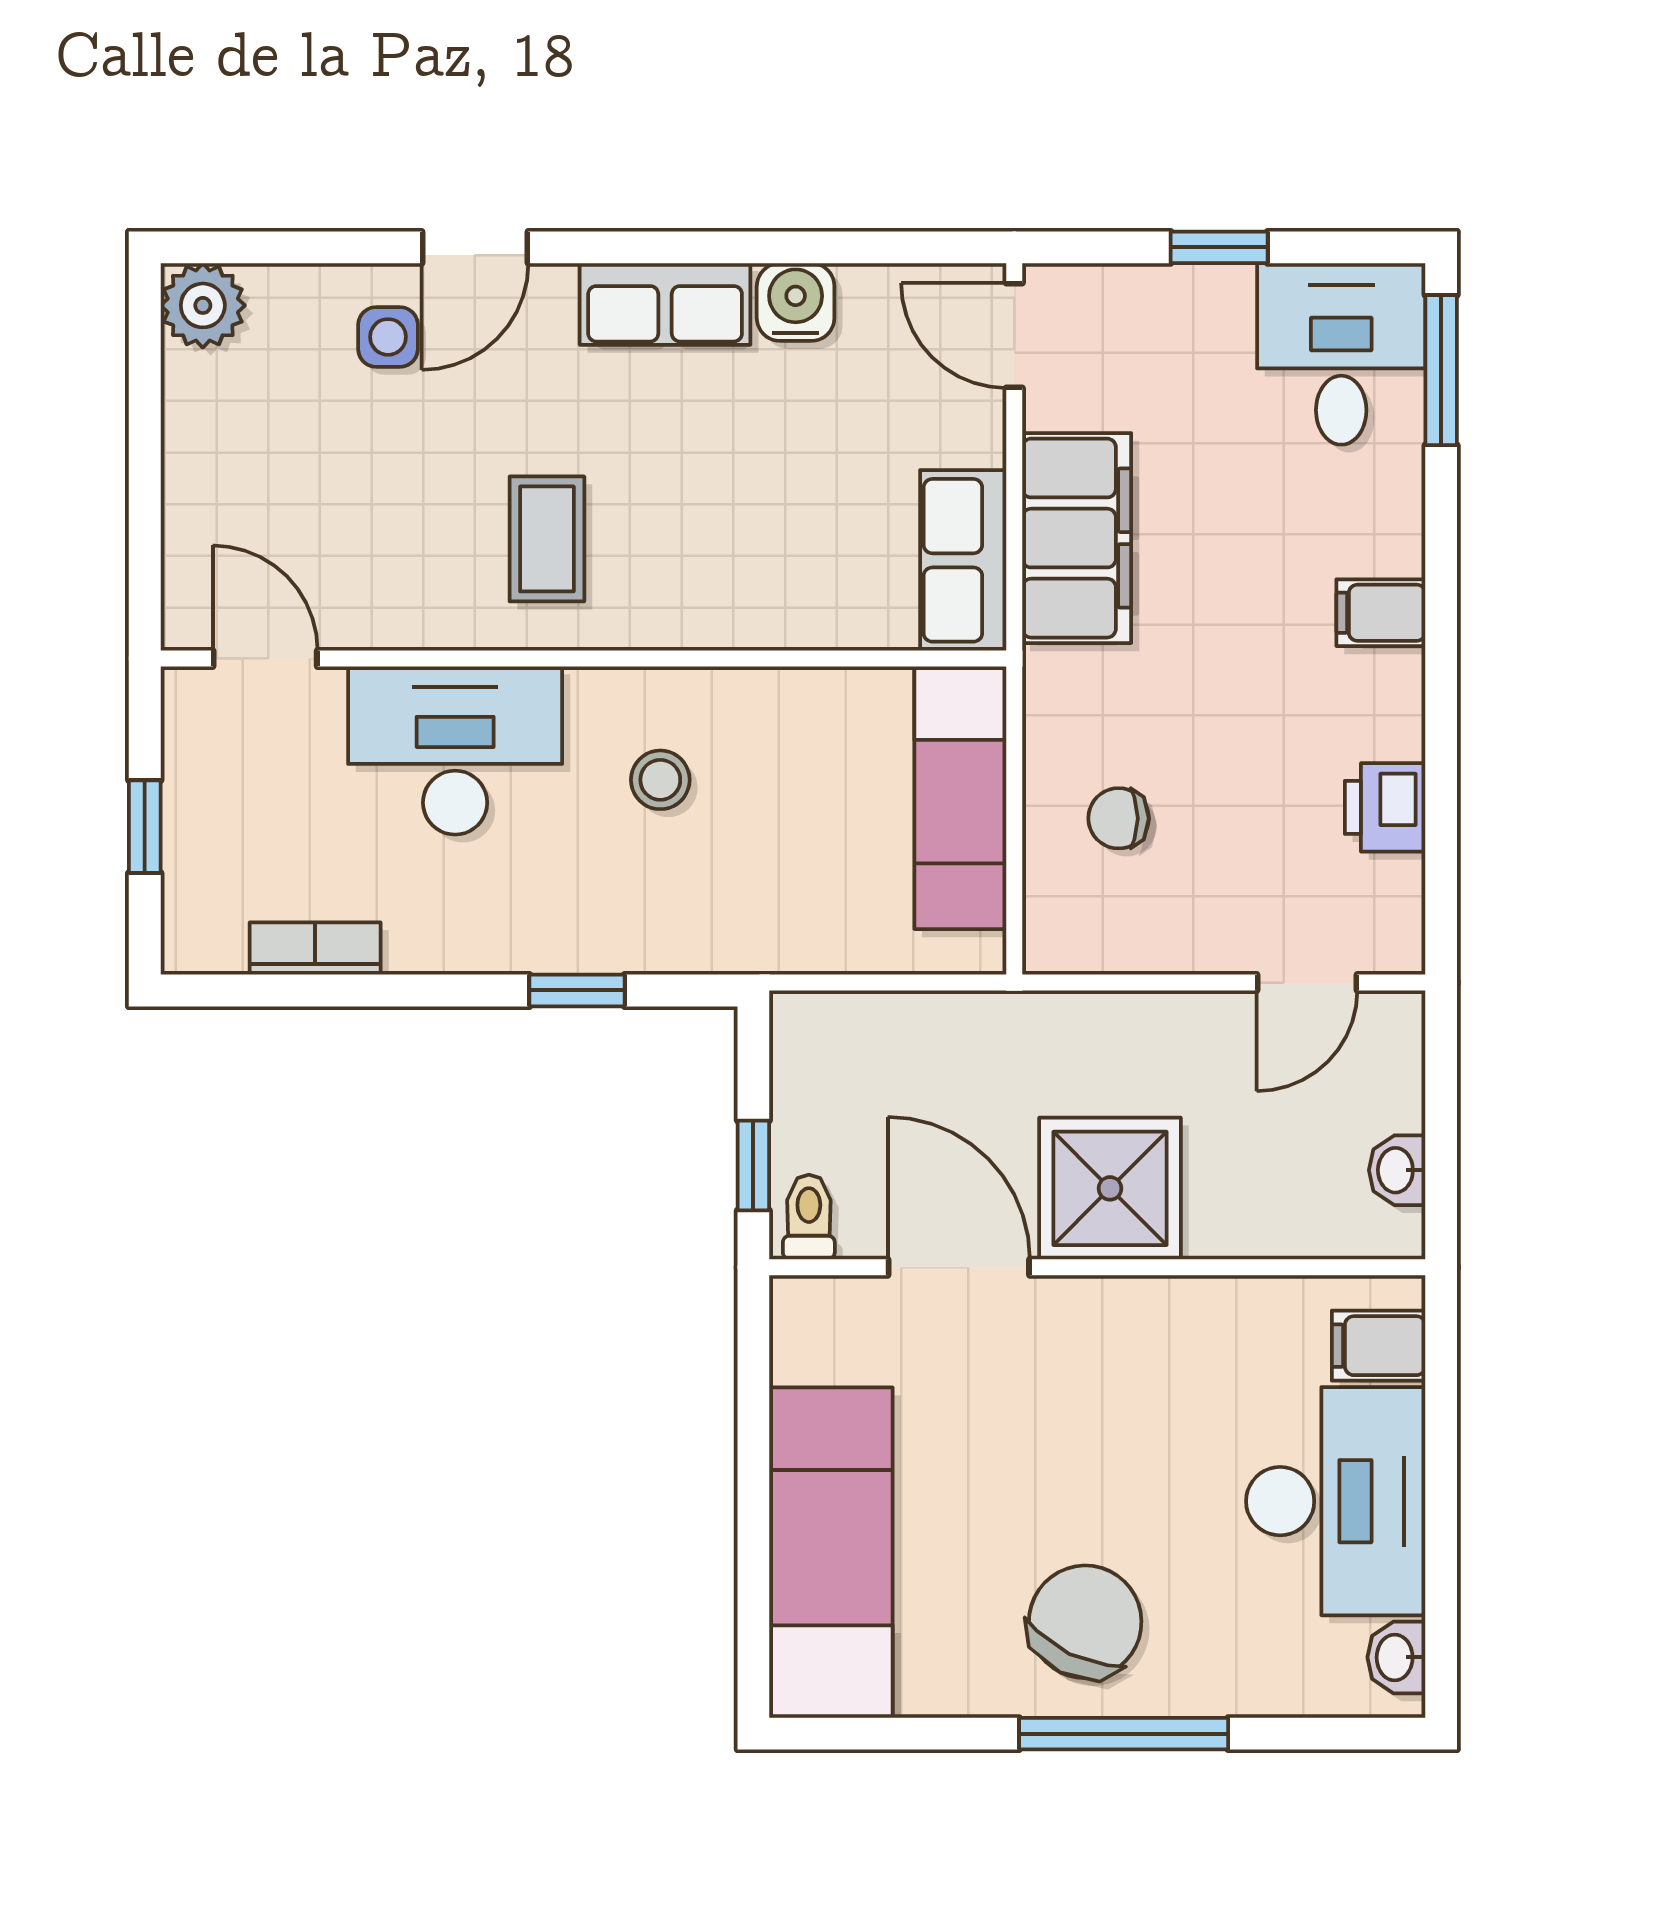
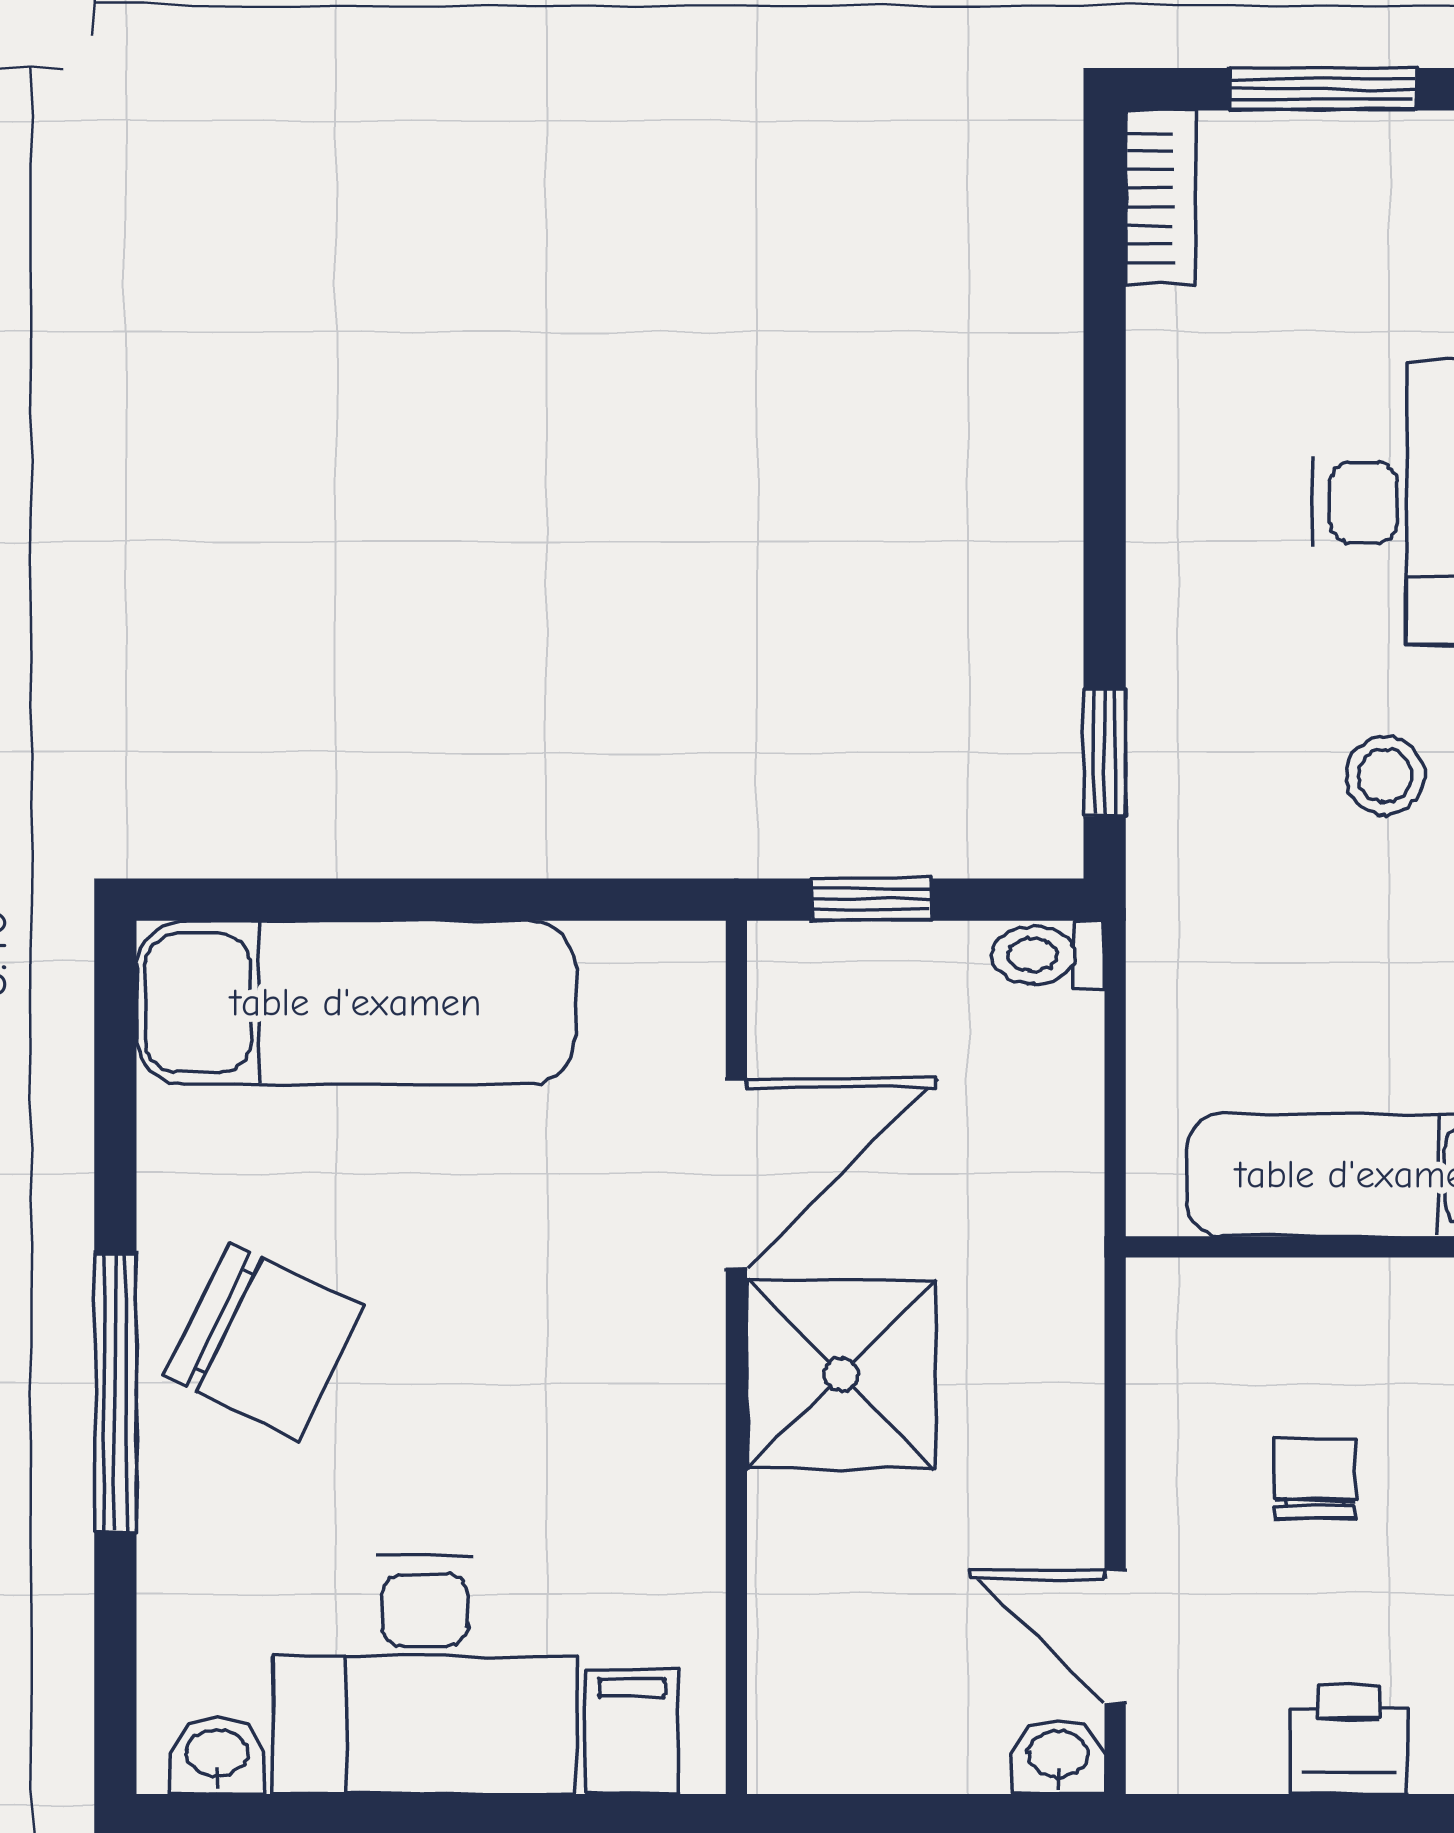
chair: (1119, 818) -> (1315, 1479), moved
window: (145, 827) -> (1323, 89), width x1.50
bookcase: (315, 948) -> (1161, 197), moved
window: (577, 990) -> (1105, 753), moved
washbasin: (1397, 1170) -> (1058, 1757), moved
toilet: (809, 1217) -> (1048, 955), moved, turned 180

